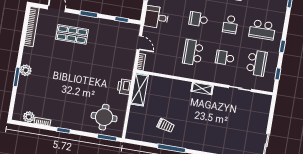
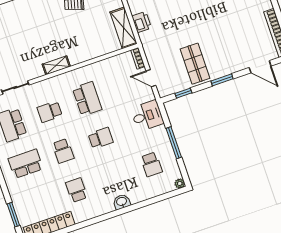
school desk: (230, 24) -> (63, 151), turned 180
shop shelf: (72, 34) -> (195, 64), moved, turned 90
school desk: (225, 58) -> (50, 112), turned 180

